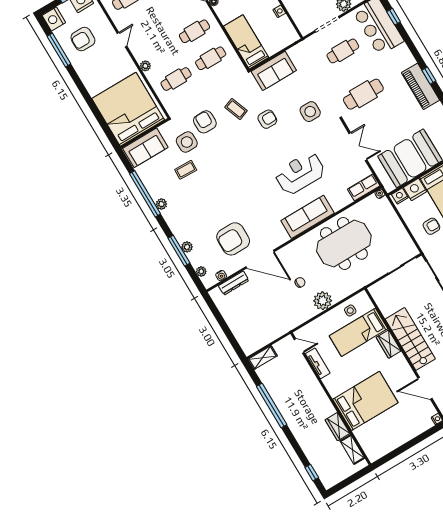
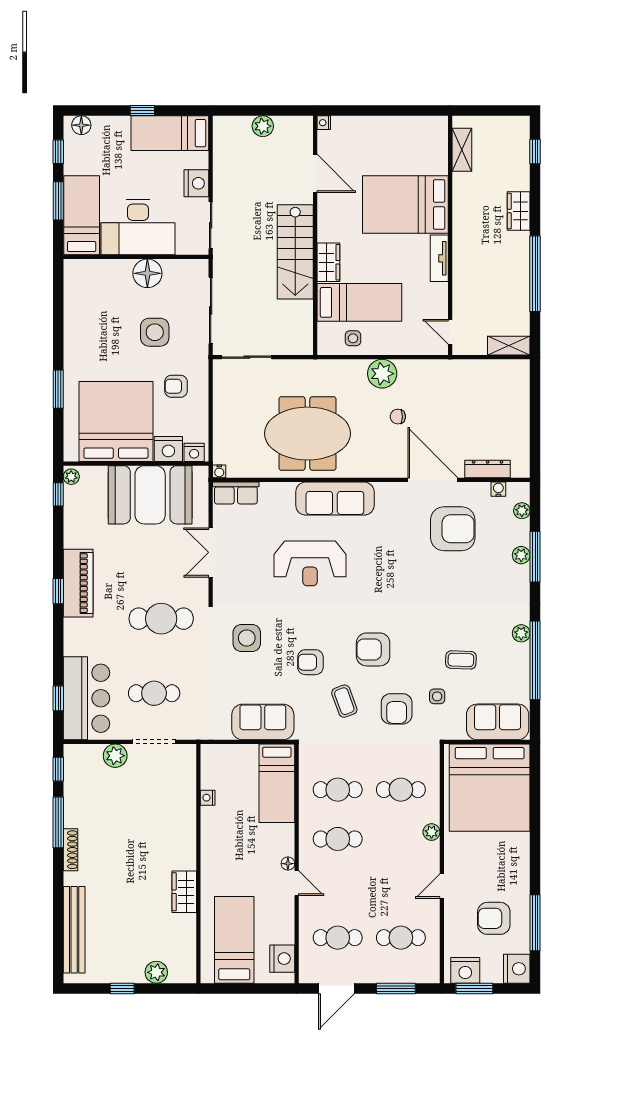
armchair: (83, 39) -> (494, 918), turned 180
side table: (187, 142) -> (437, 696), width x0.54, depth x0.54
armchair: (237, 147) -> (373, 649), added
tv unit: (318, 363) -> (439, 258), moved
wardrobe: (338, 427) -> (519, 211), moved, turned 180

